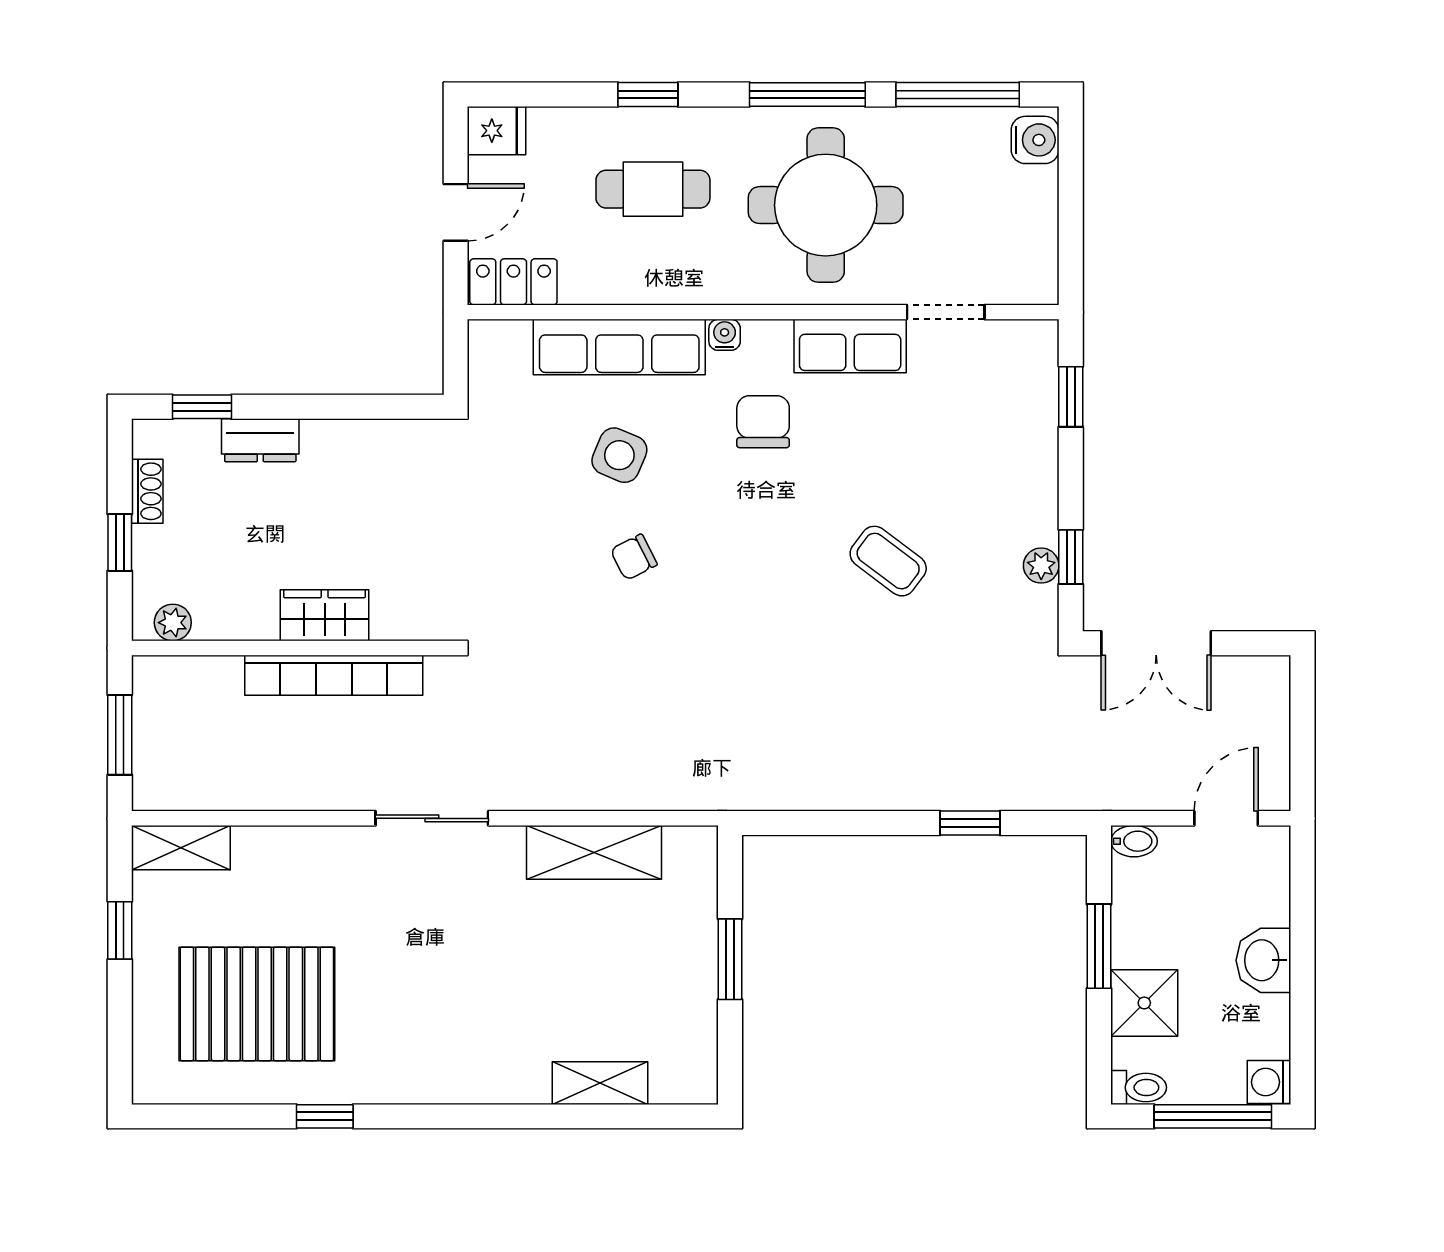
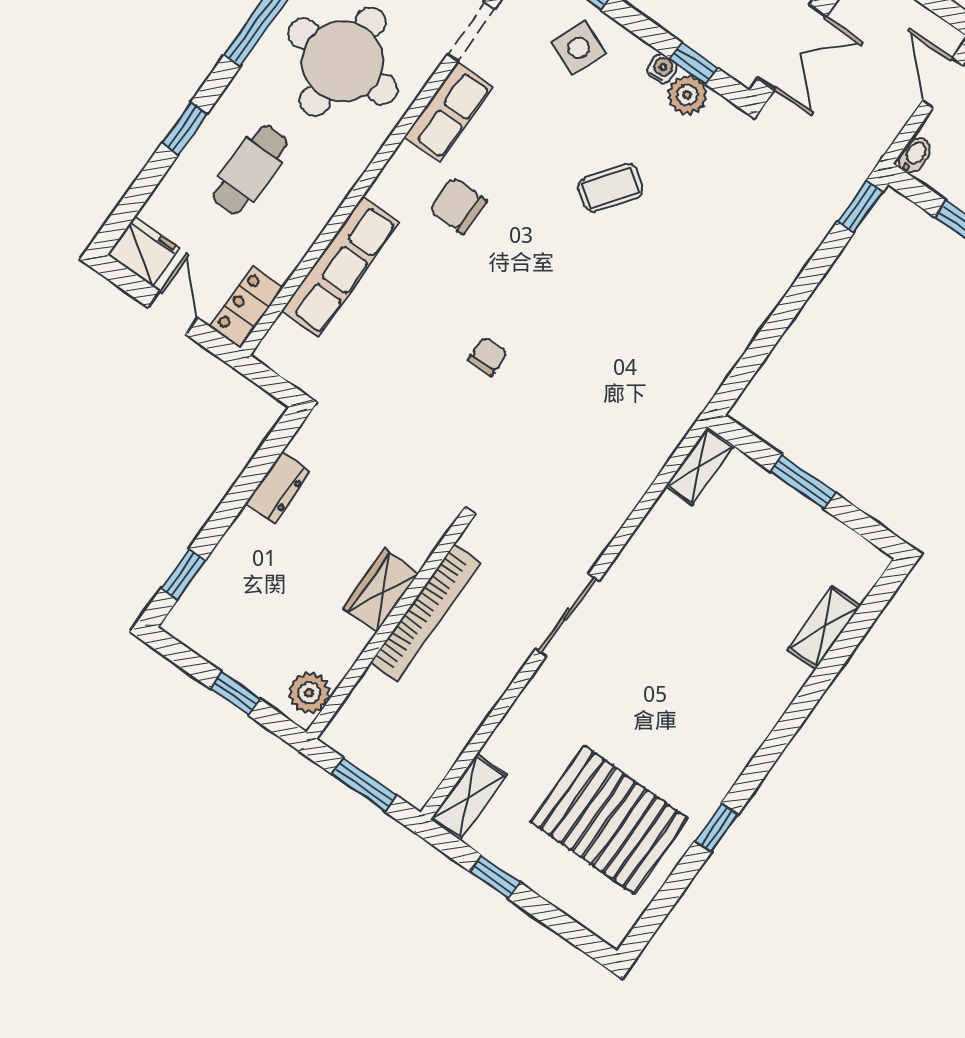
fridge: (496, 131) -> (144, 251), width x1.38
water cooler: (725, 335) -> (662, 69), moved, turned 90
dresser: (260, 440) -> (278, 488), moved
side table: (619, 455) -> (579, 48), moved
shoe rack: (147, 491) -> (214, 651), removed
chair: (634, 557) -> (488, 356), turned -153
plant: (1041, 566) -> (687, 95), width x1.38, depth x1.38
plant: (173, 623) -> (309, 693), width x1.38, depth x1.38
window: (970, 823) -> (860, 207), moved
shelving: (594, 852) -> (700, 466), moved, width x0.67, depth x0.75
pallet: (257, 1004) -> (609, 820), turned 90

